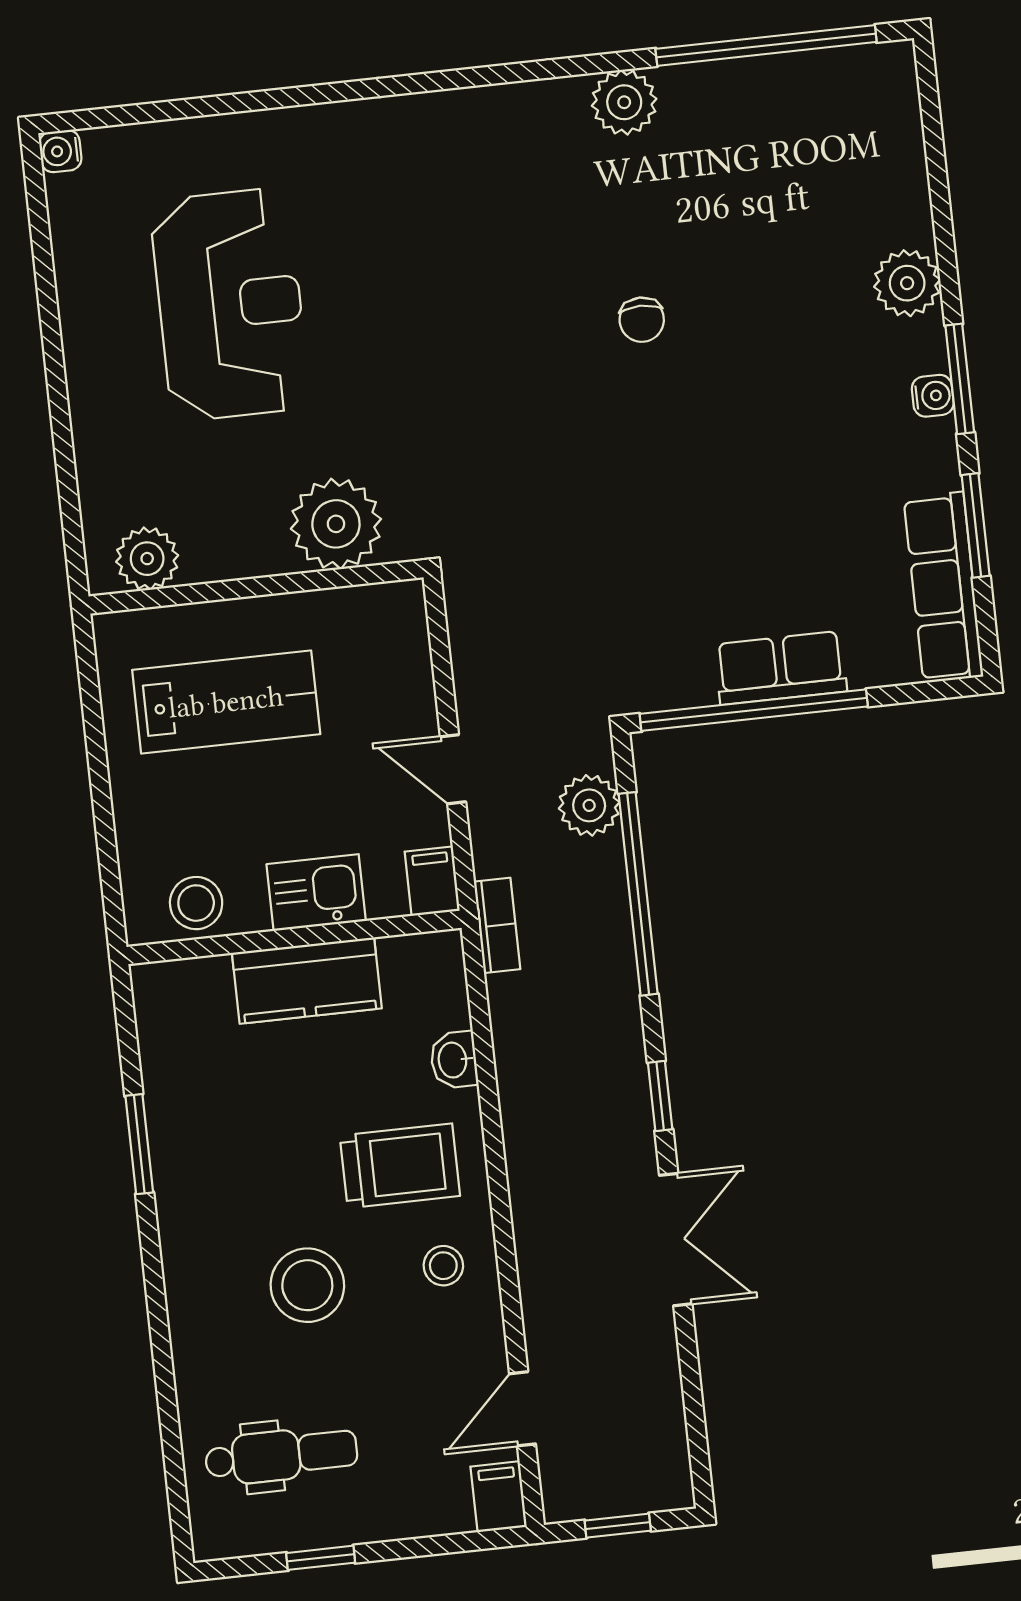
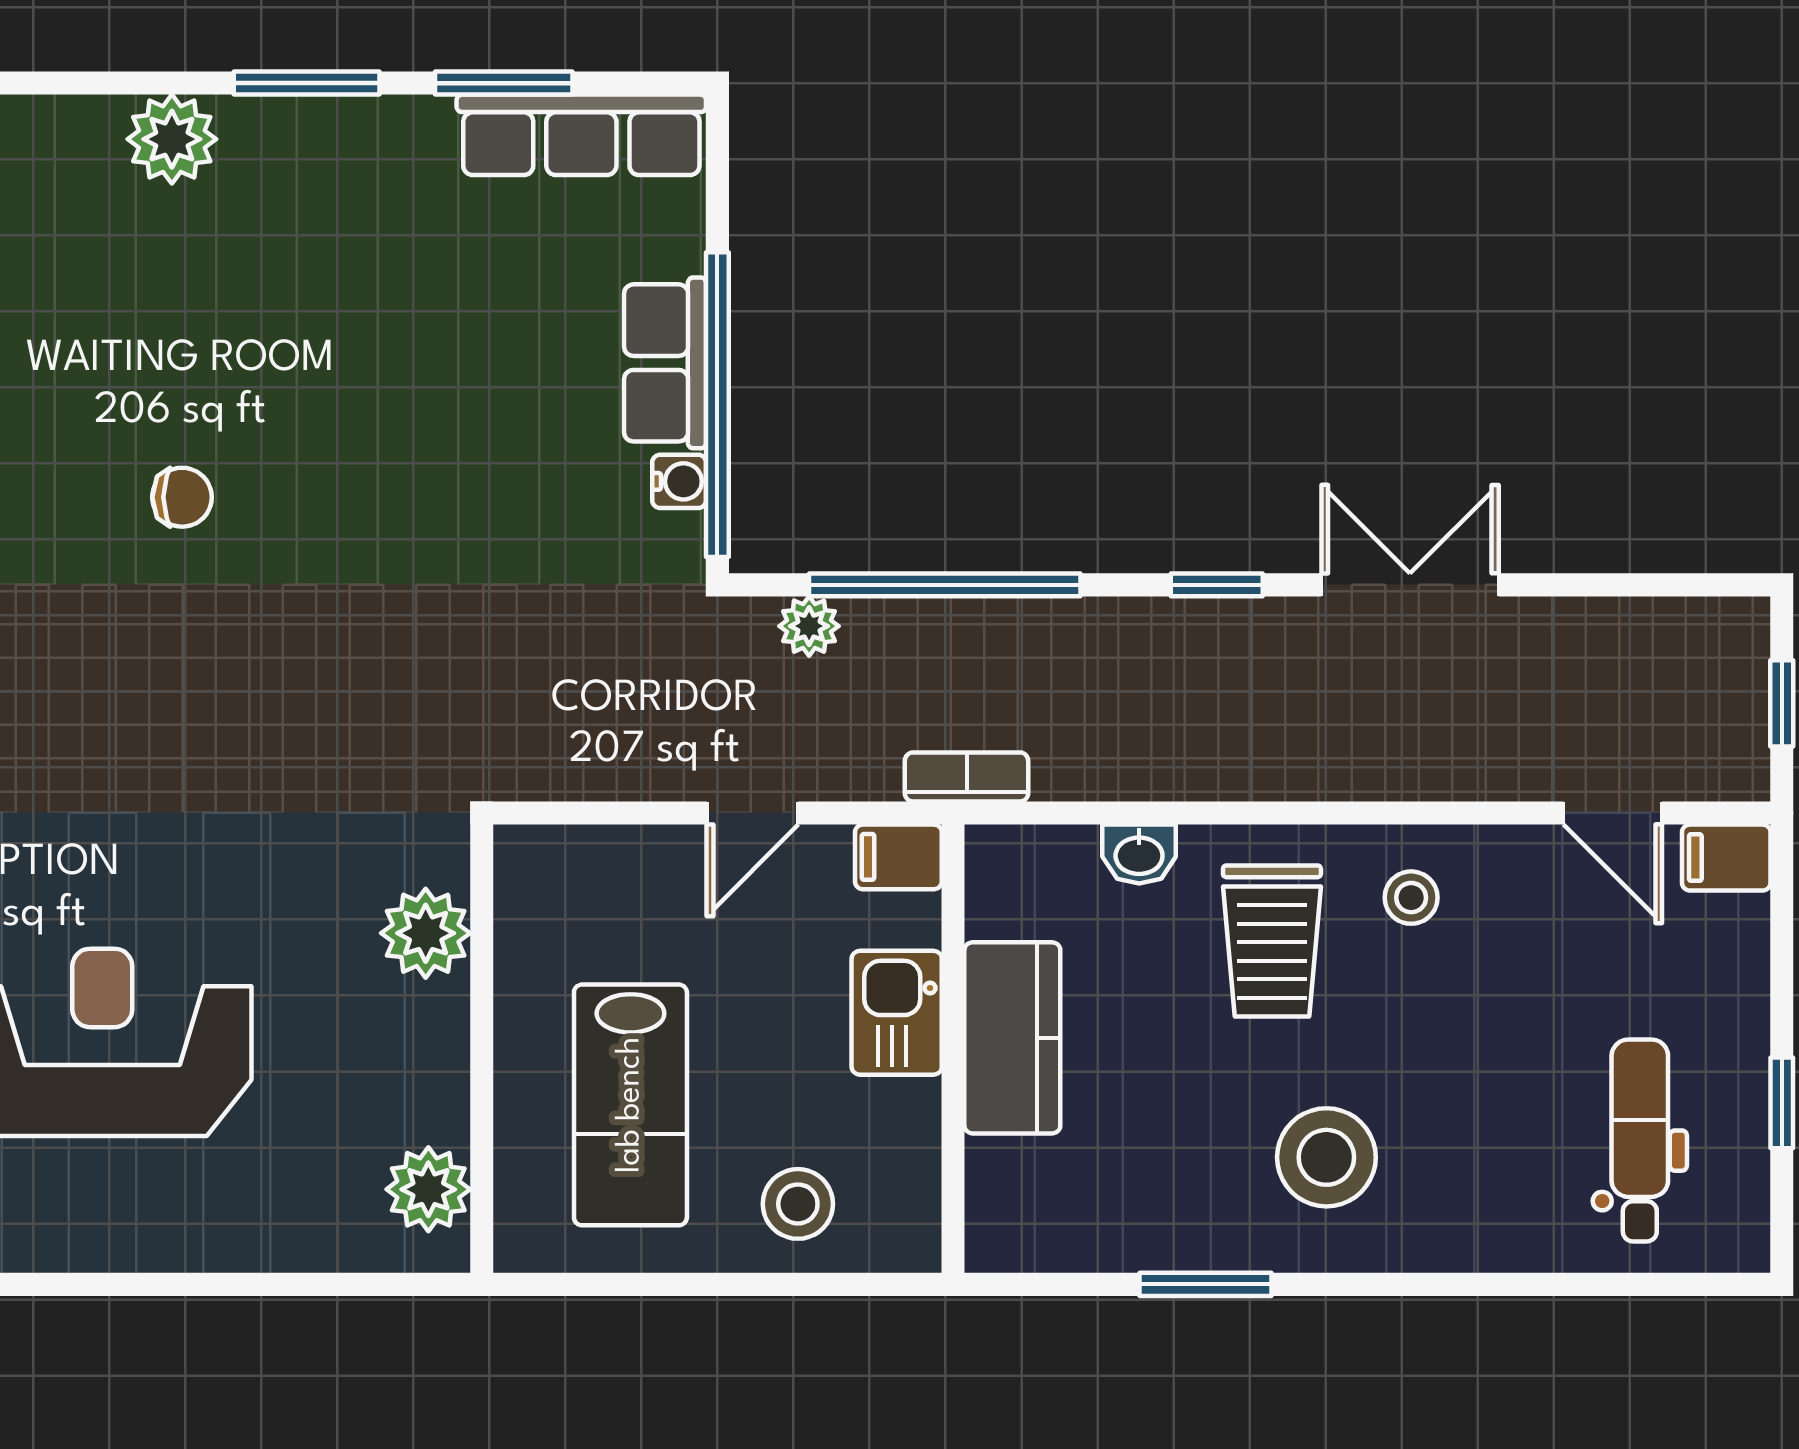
water cooler: (933, 396) -> (679, 481), moved, turned 90
plant: (336, 524) -> (426, 933), width x0.73, depth x0.73
lab bench: (226, 702) -> (630, 1105), turned 180
plant: (589, 805) -> (809, 626), width x0.73, depth x0.73
stool: (196, 903) -> (798, 1204), moved
trolley: (400, 1166) -> (1272, 941), turned 180
stool: (307, 1285) -> (1326, 1157), moved

